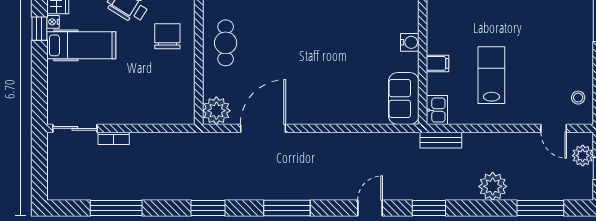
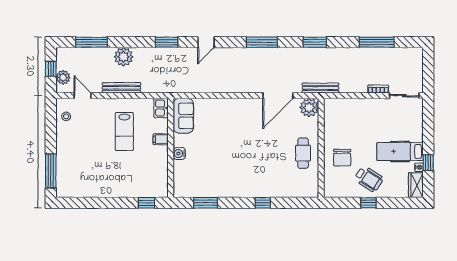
bench: (200, 140) -> (320, 88), added
bench: (441, 140) -> (121, 88), moved, width x1.36

